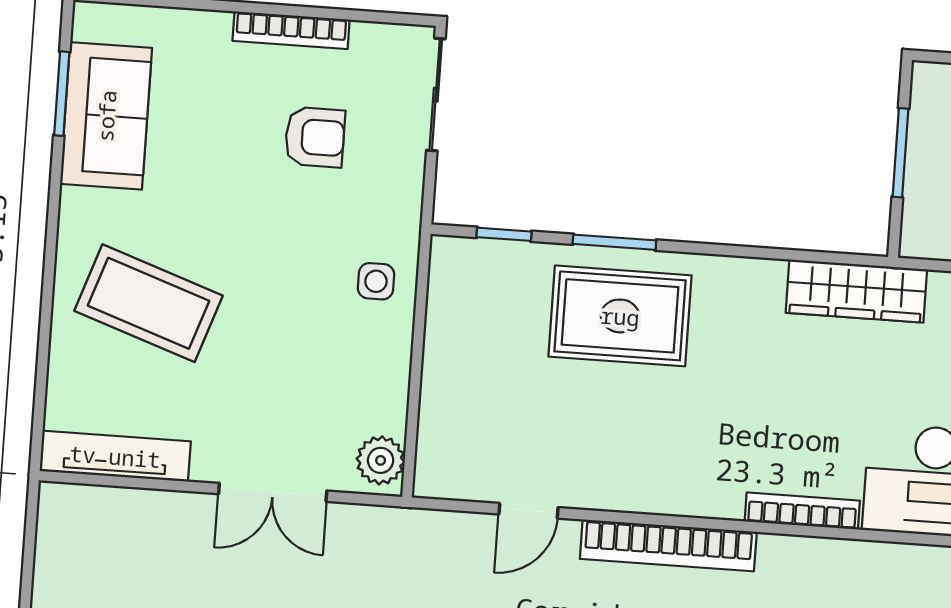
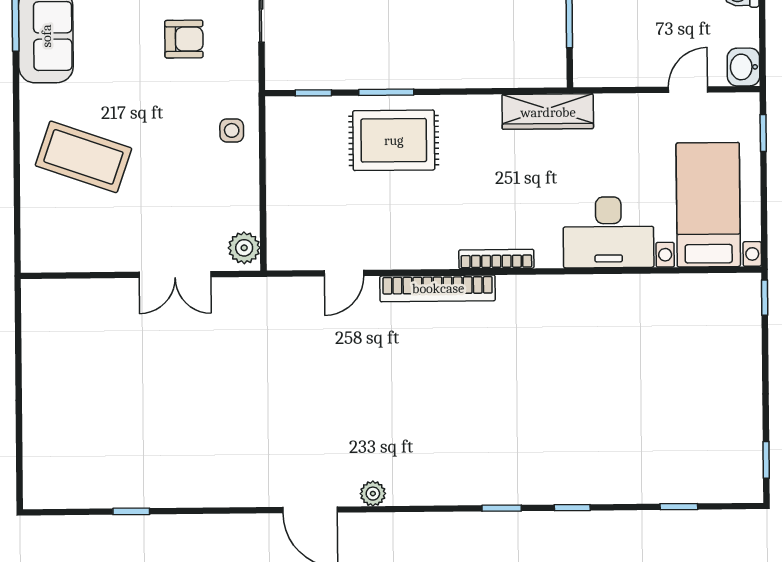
tv unit: (115, 456) -> (70, 259), removed
bookcase: (802, 511) -> (496, 259), moved

